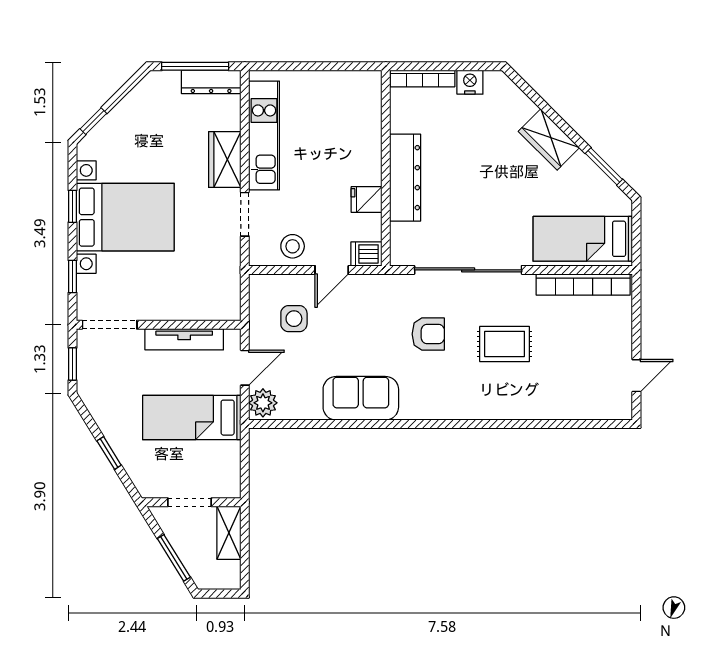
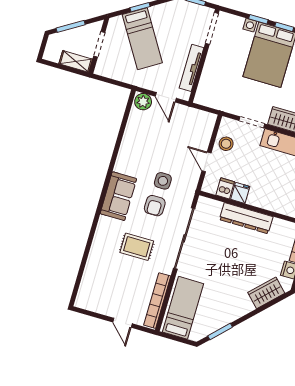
wardrobe: (549, 139) -> (266, 293), moved
dishwasher: (366, 254) -> (225, 188), moved
window: (73, 276) -> (258, 19), moved
side table: (294, 319) -> (163, 181), moved
rug: (505, 344) -> (137, 247), turned 90
door: (636, 376) -> (122, 323), moved
sofa: (361, 398) -> (118, 196), moved
bed: (192, 418) -> (142, 39), moved, turned 148

